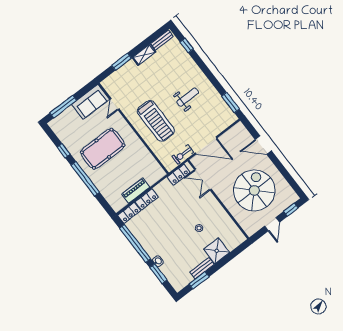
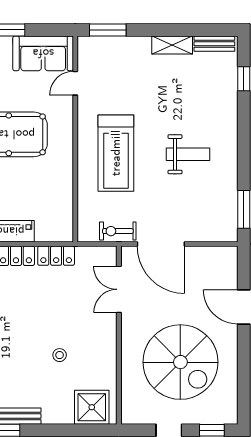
window: (121, 62) -> (108, 30), moved
locker: (179, 175) -> (56, 256), moved
spiral stairs: (254, 190) -> (180, 362), turned 90
shower: (217, 251) -> (92, 407), moved

